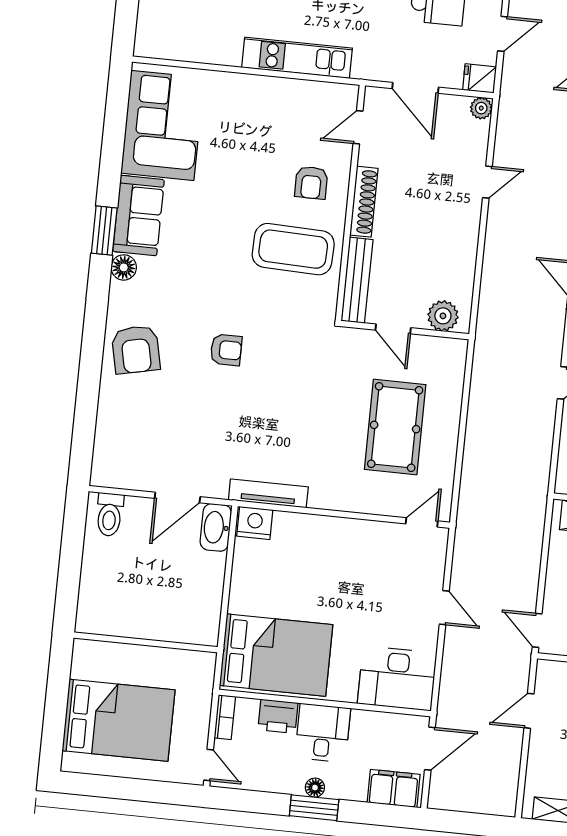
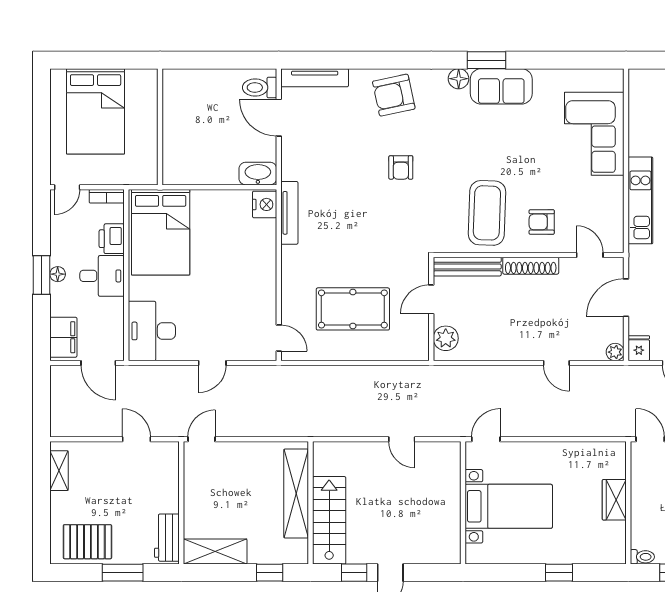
corner sofa: (162, 125) -> (594, 134), moved, turned 90
tv unit: (104, 445) -> (315, 78), added
door: (177, 497) -> (279, 118), moved

